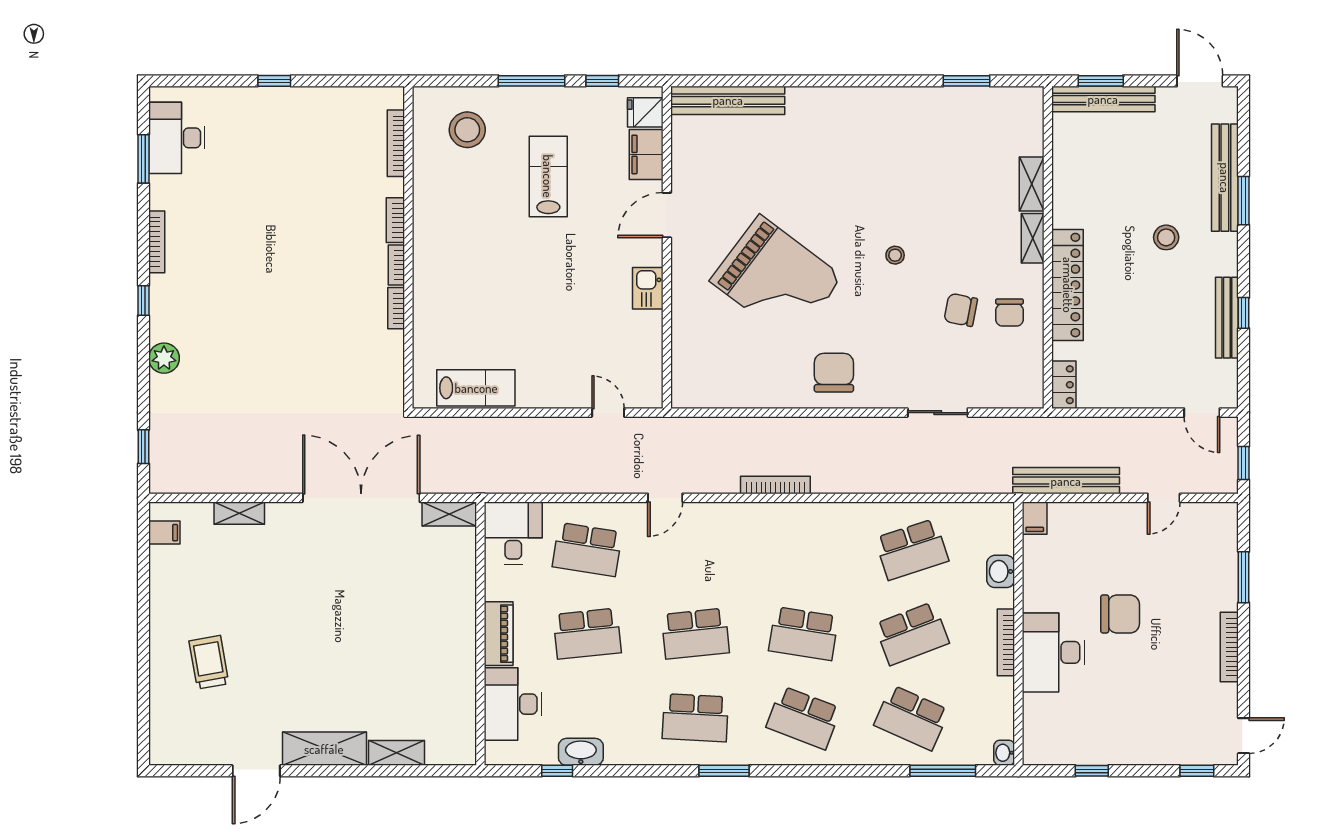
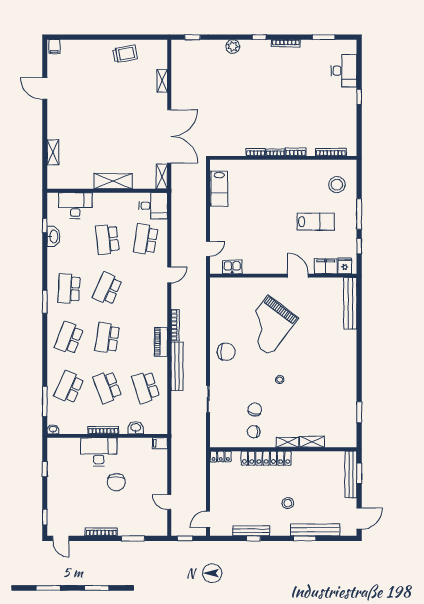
desk: (177, 138) -> (344, 71), moved, turned 90
kitchen sink: (648, 288) -> (232, 267), moved
bench: (1066, 481) -> (177, 366), moved
door: (665, 498) -> (169, 275), swing flipped
filing cabinet: (164, 533) -> (54, 47), moved
piano: (499, 634) -> (161, 342), moved, turned 90
school desk: (695, 634) -> (107, 289), turned 30
trolley: (209, 662) -> (125, 54), moved
shelving: (324, 749) -> (113, 181), moved, turned 90

